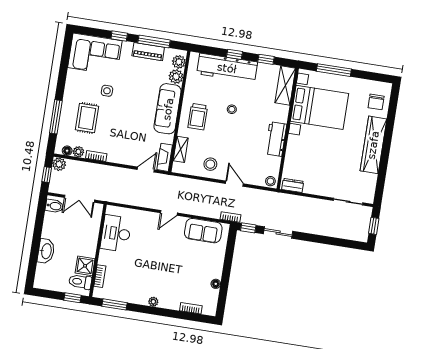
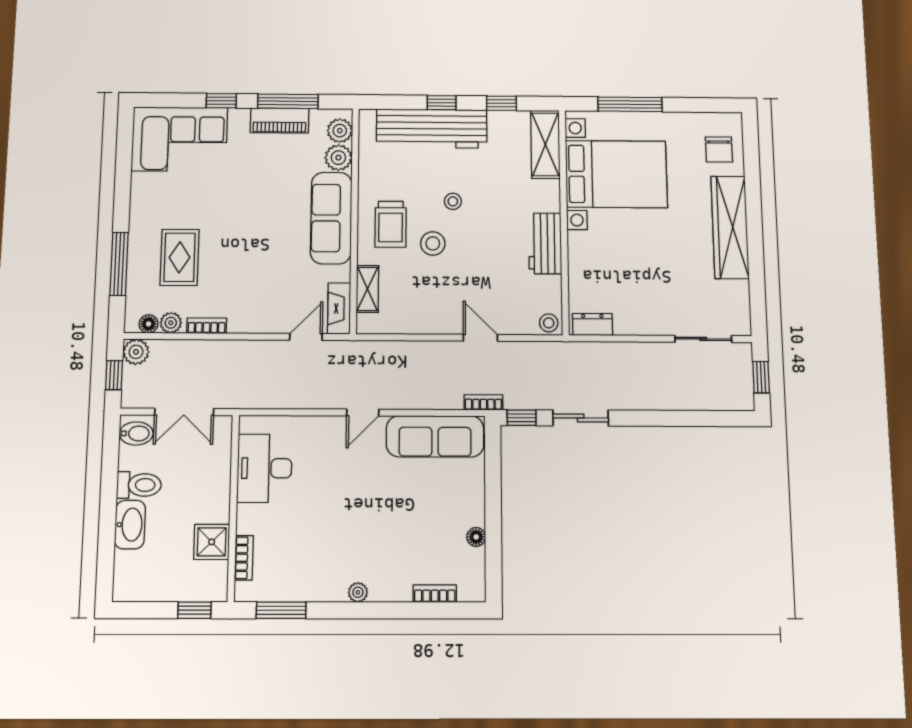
side table: (107, 91) -> (211, 202), removed
stool: (210, 164) -> (433, 243), moved
sofa: (203, 231) -> (435, 436), width x1.36
toilet: (80, 282) -> (139, 485), moved, turned 180

